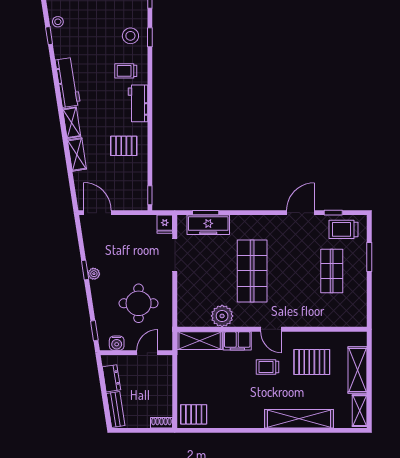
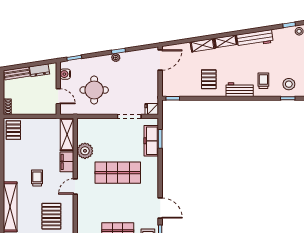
trolley: (268, 367) -> (37, 178), moved

